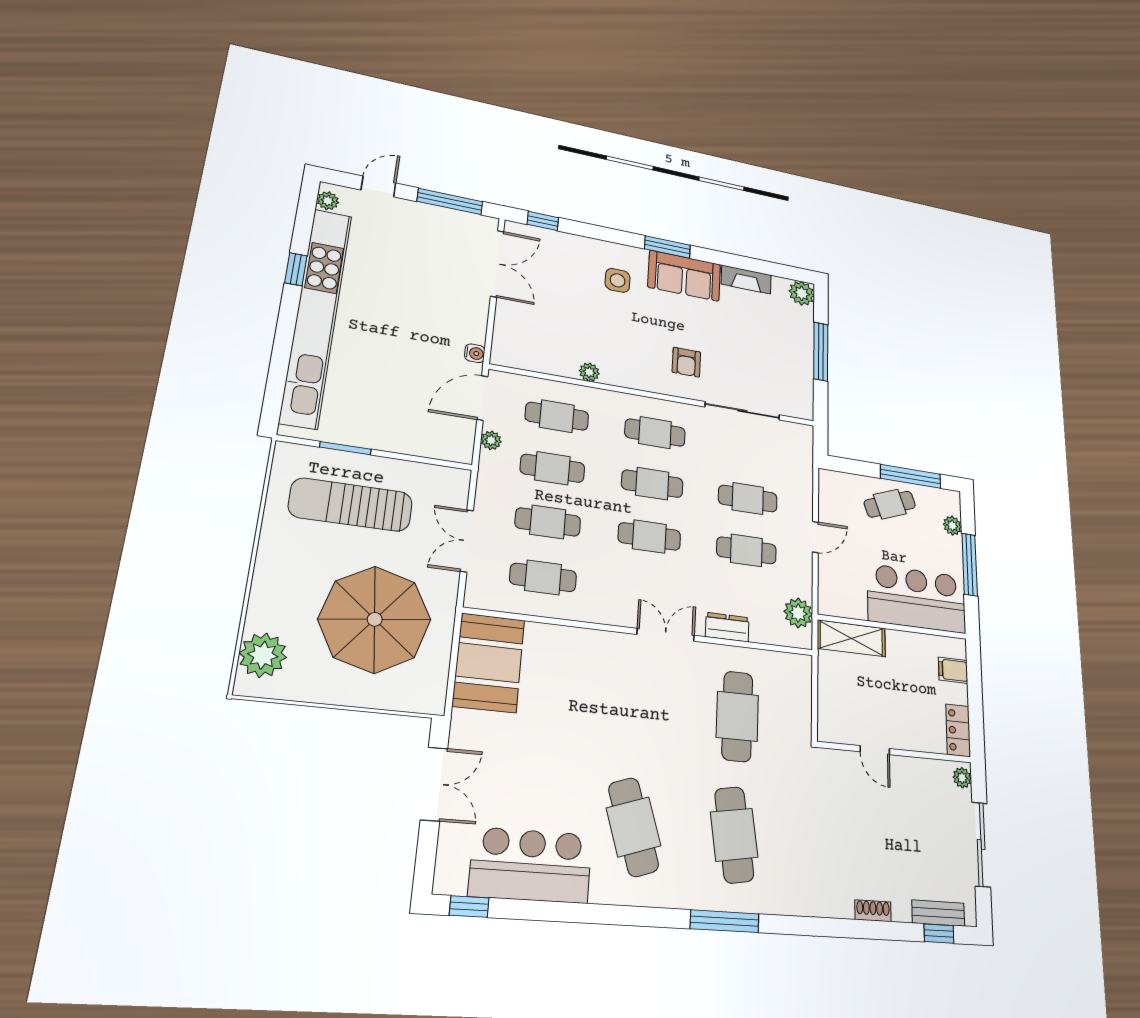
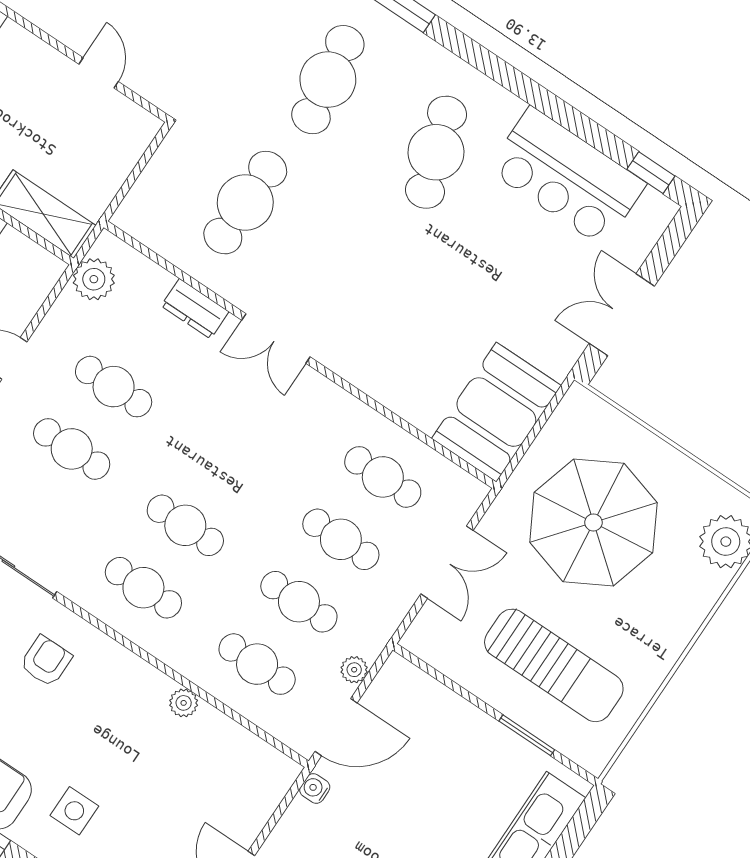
cafe table: (649, 536) -> (227, 463), removed

